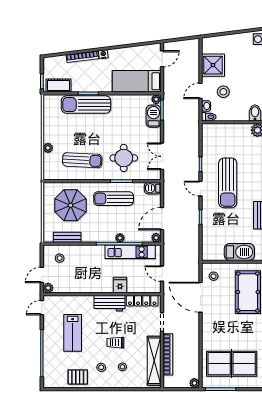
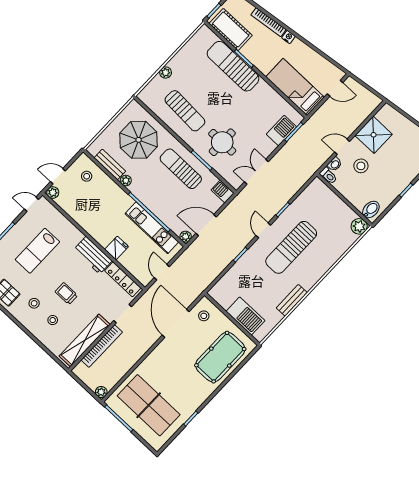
cot: (59, 86) -> (231, 29), width x1.37, depth x1.34
plant: (156, 99) -> (297, 118), removed
plant: (120, 238) -> (126, 181), moved

